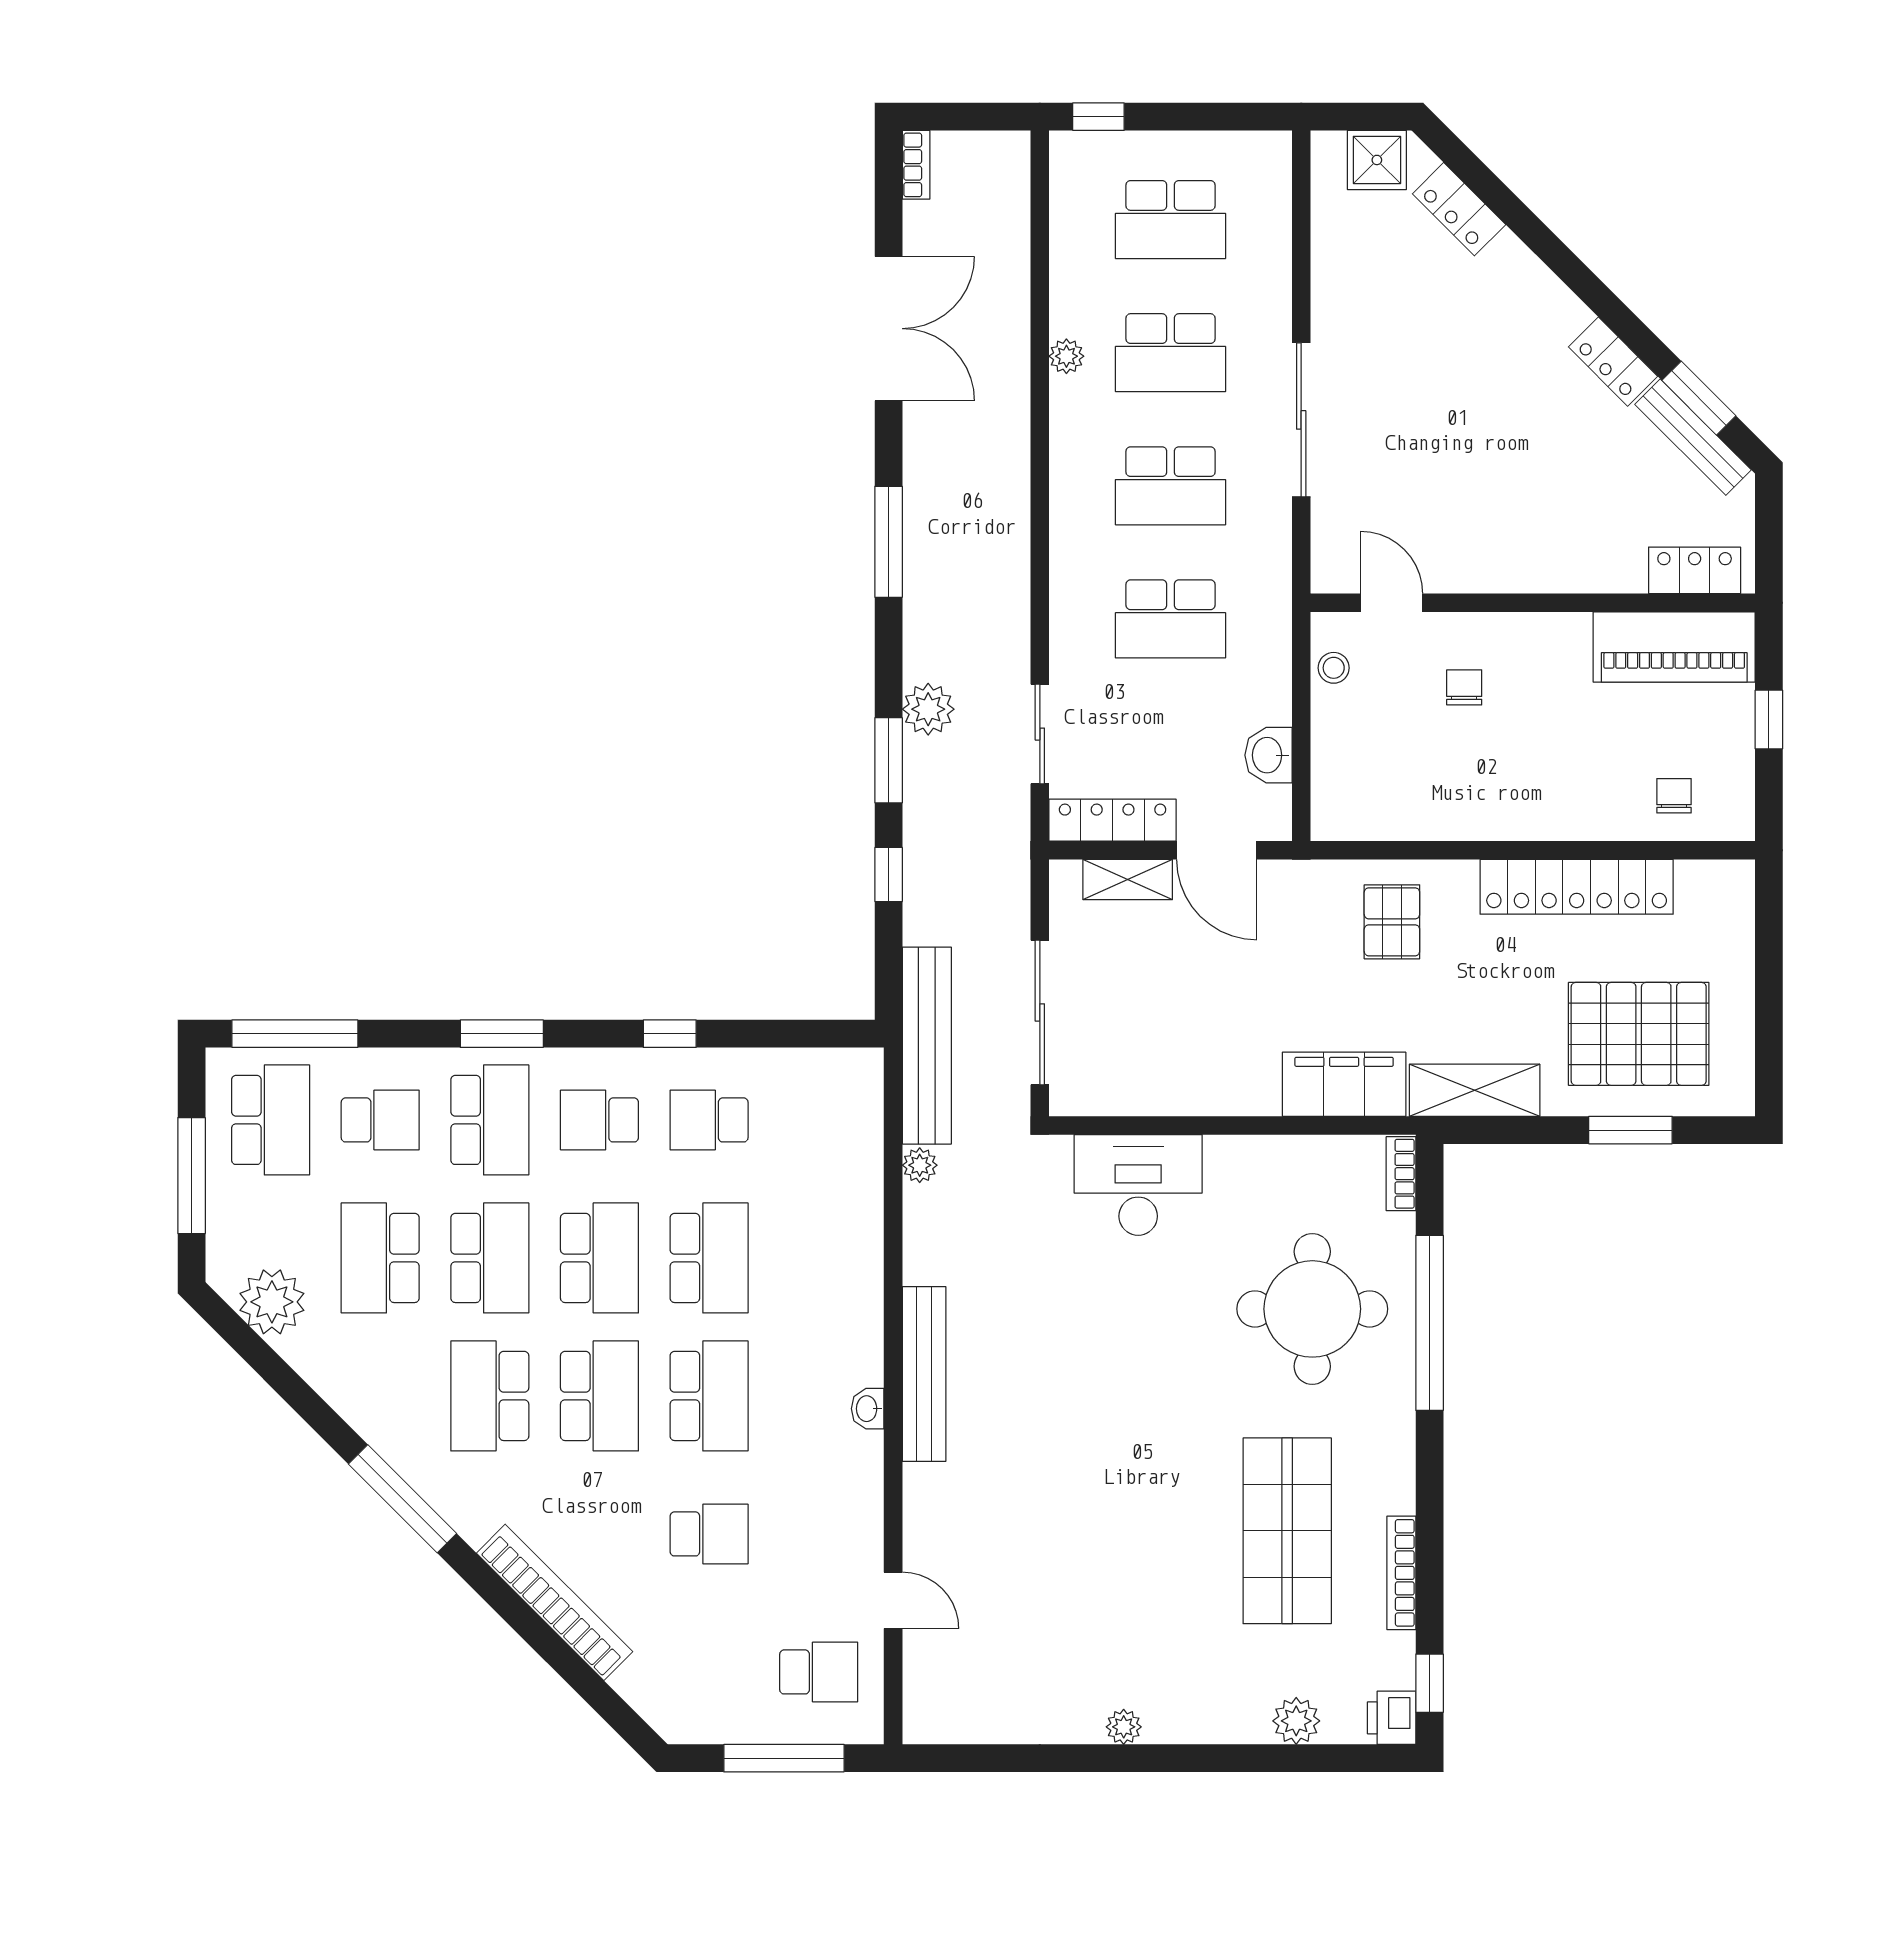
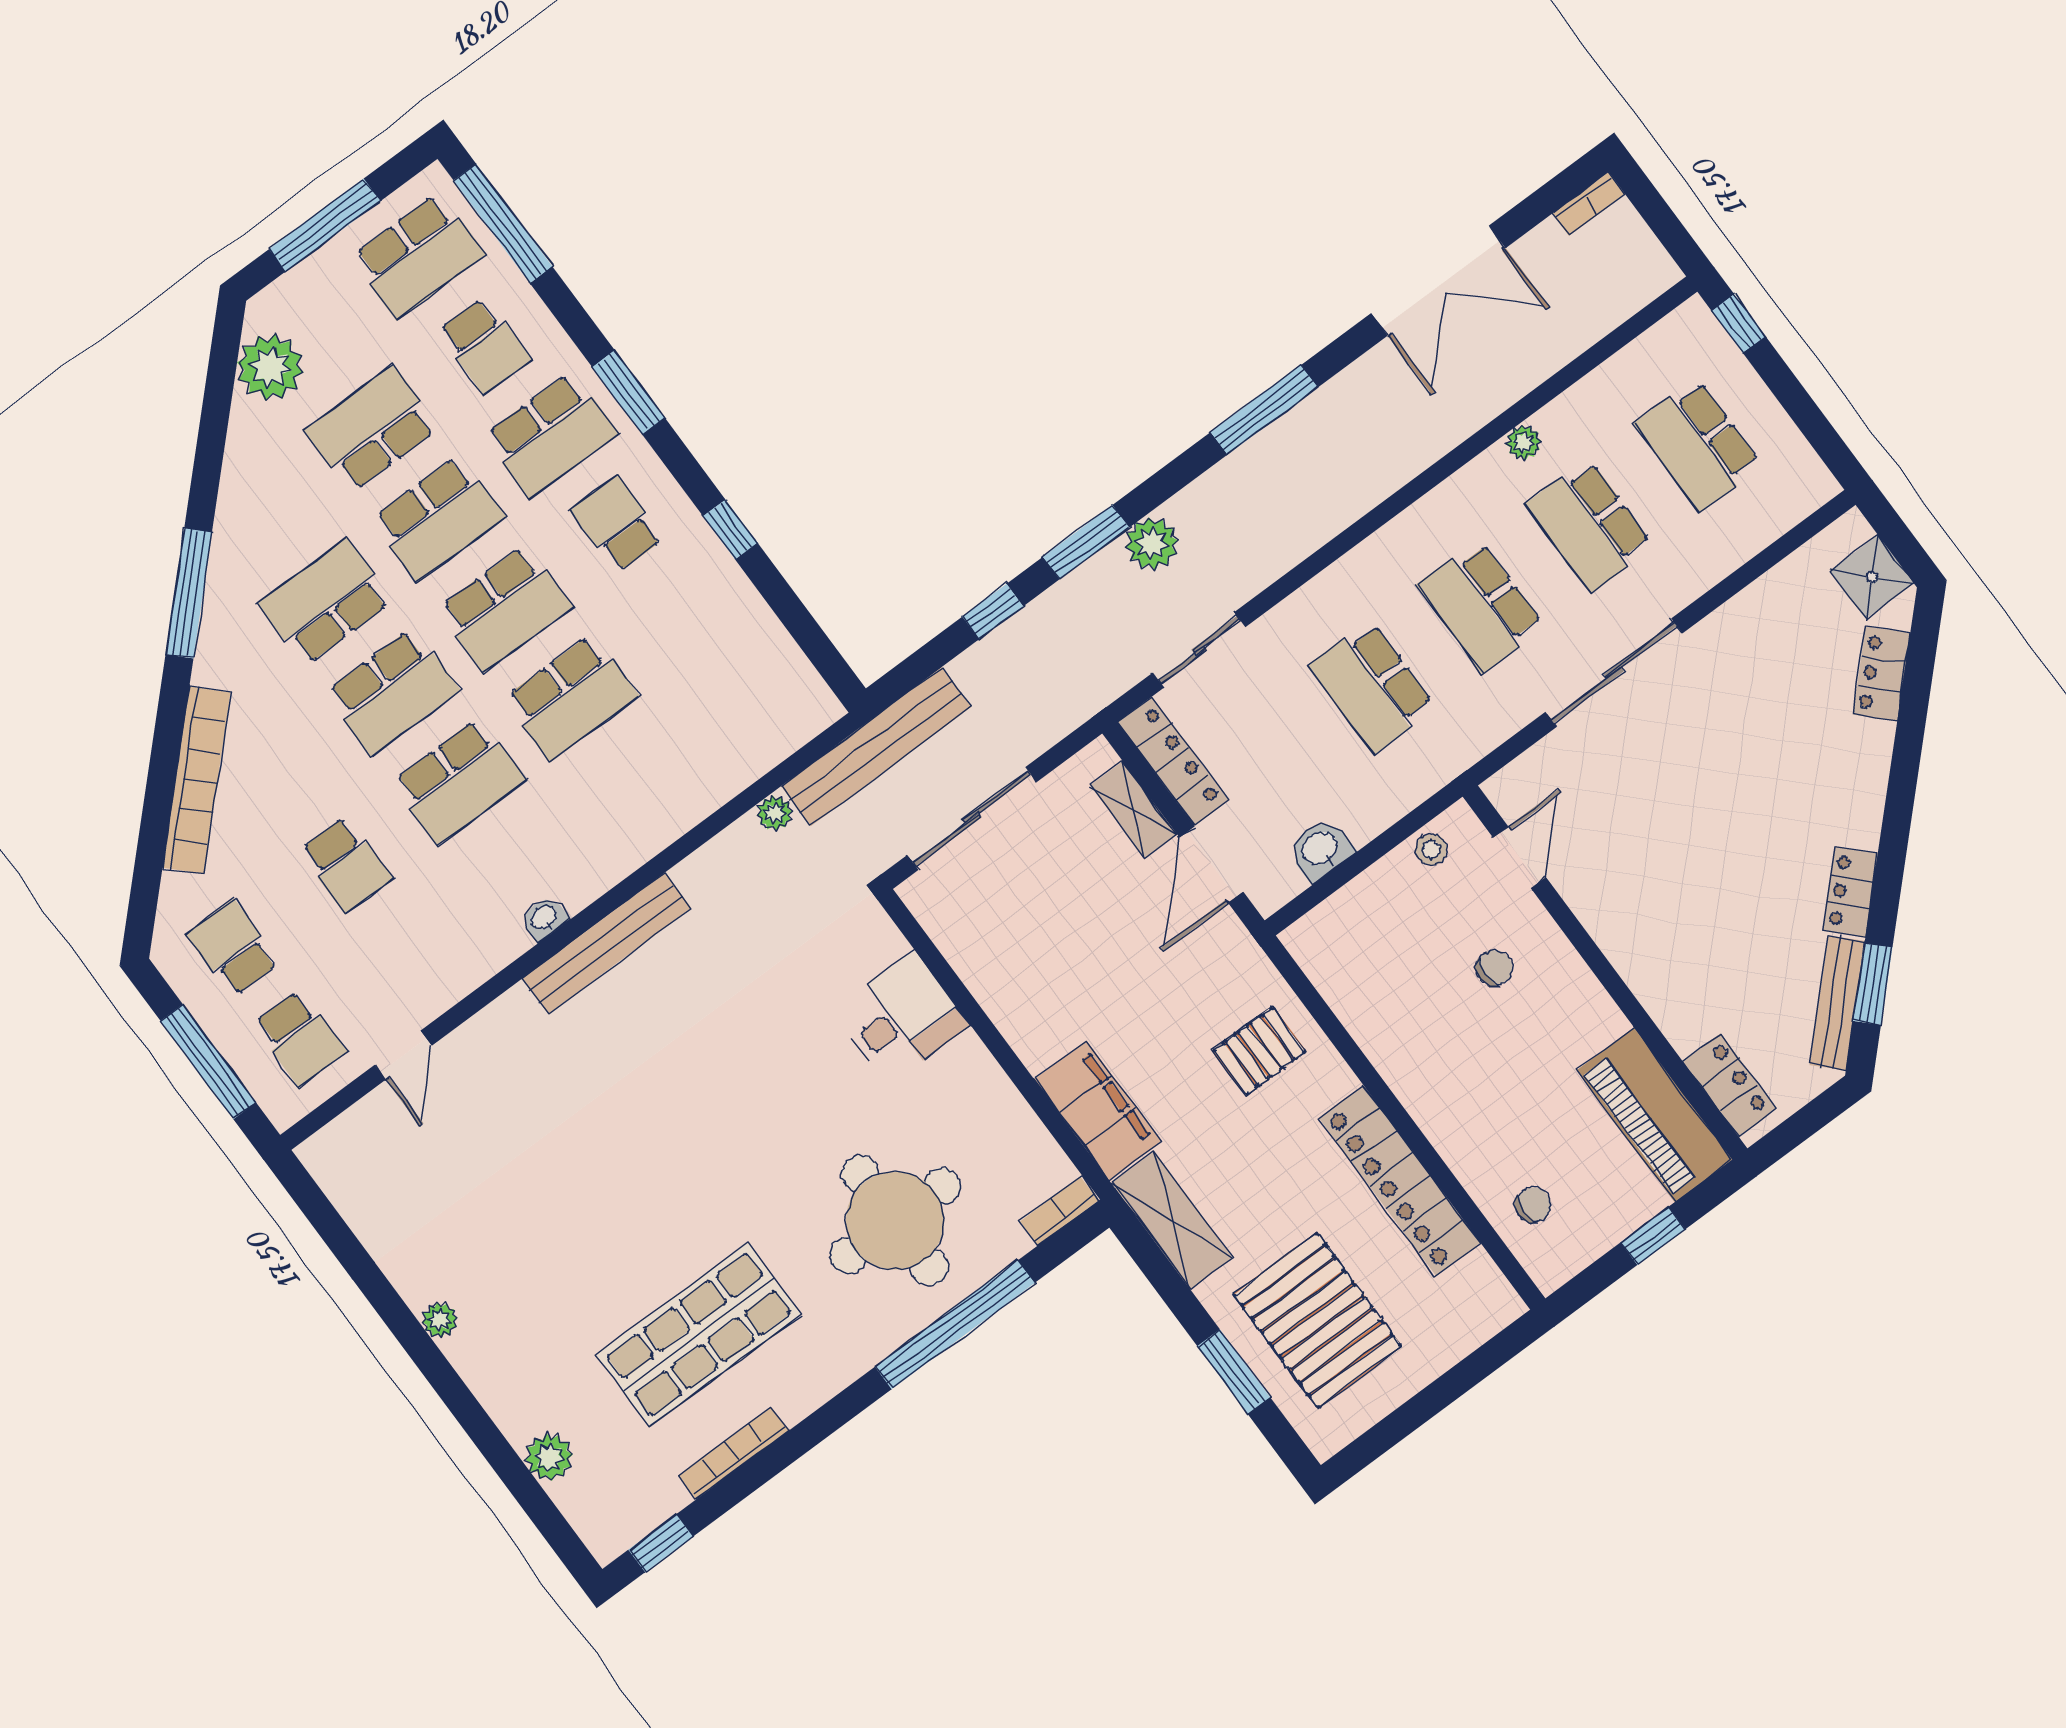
school desk: (709, 1120) -> (233, 948), moved
desk: (1138, 1185) -> (901, 1018), width x0.73
printer: (1392, 1718) -> (609, 1533), removed

